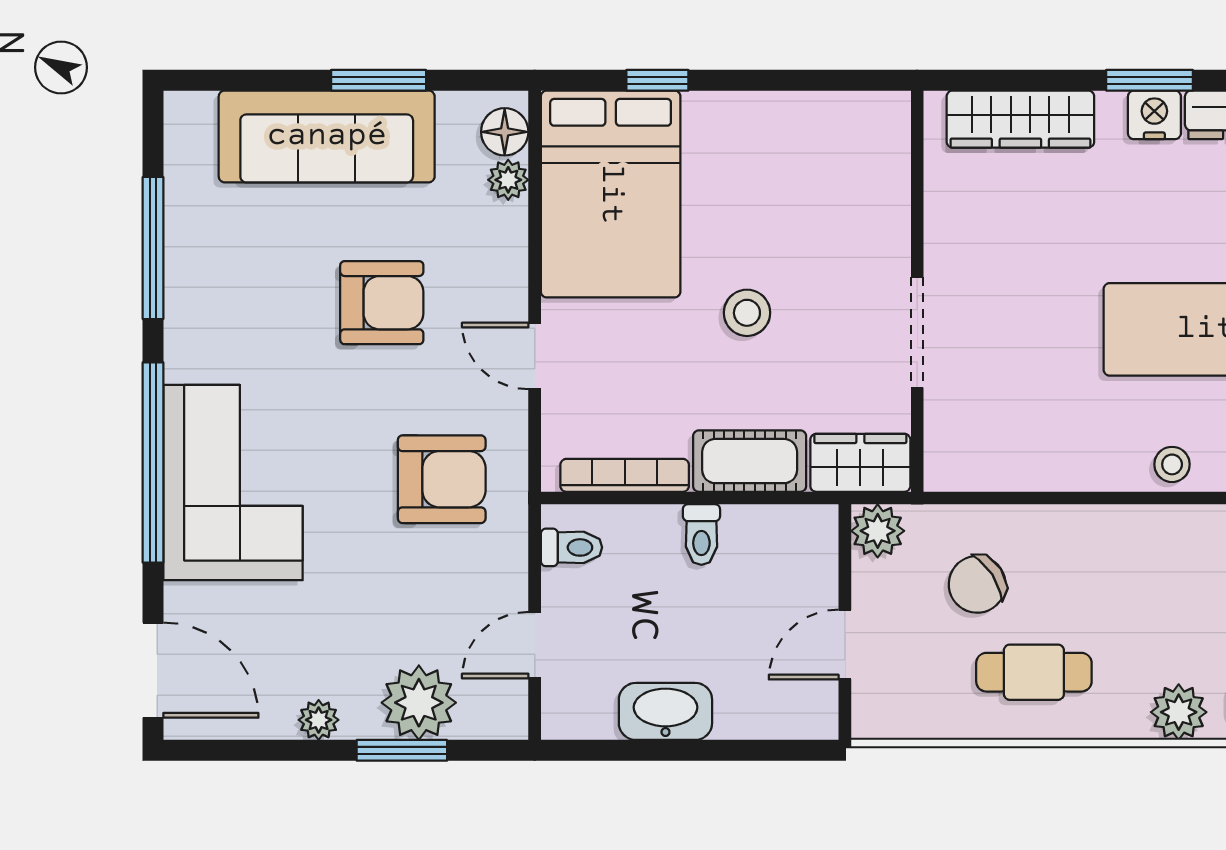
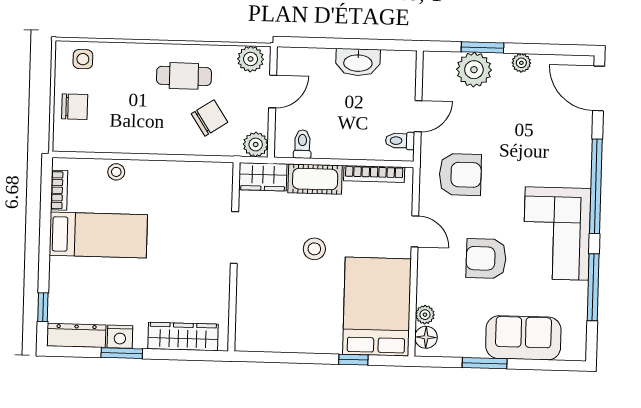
sofa: (327, 136) -> (523, 338), width x0.73
armchair: (442, 479) -> (460, 175), turned 180
corner sofa: (233, 483) -> (557, 233), moved
toilet: (701, 535) -> (302, 144), moved
door: (535, 645) -> (418, 116), moved
plant: (1179, 712) -> (251, 59), moved

